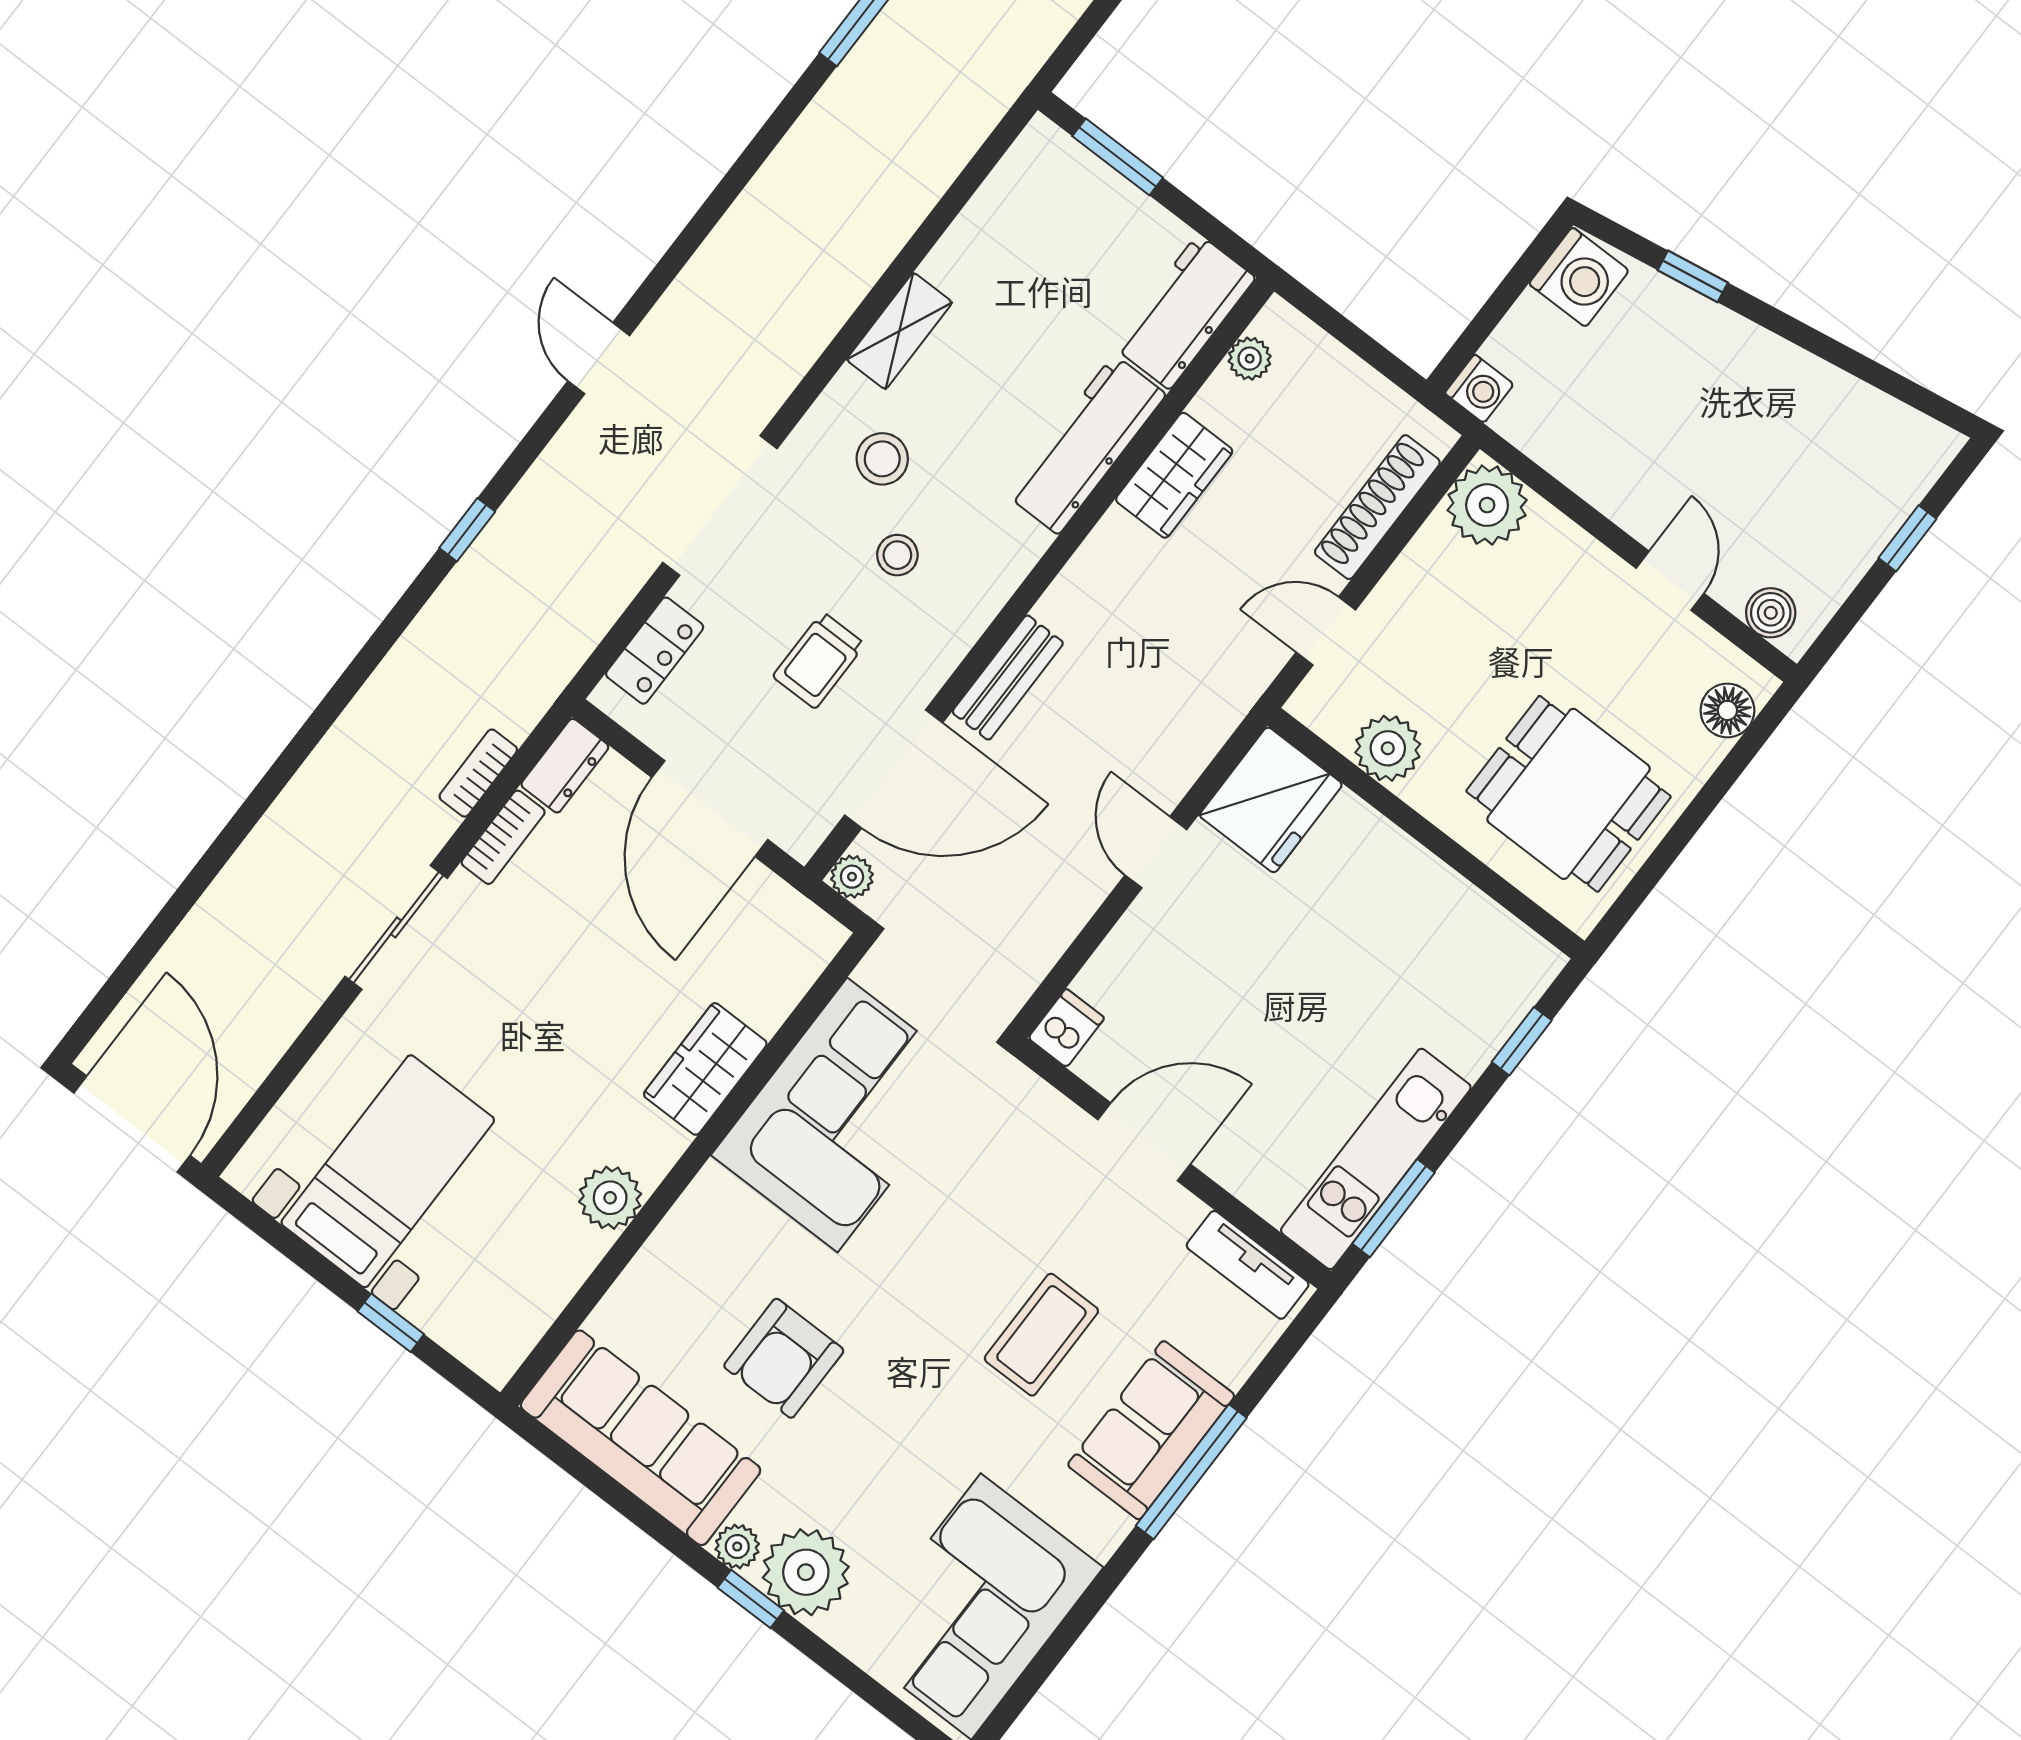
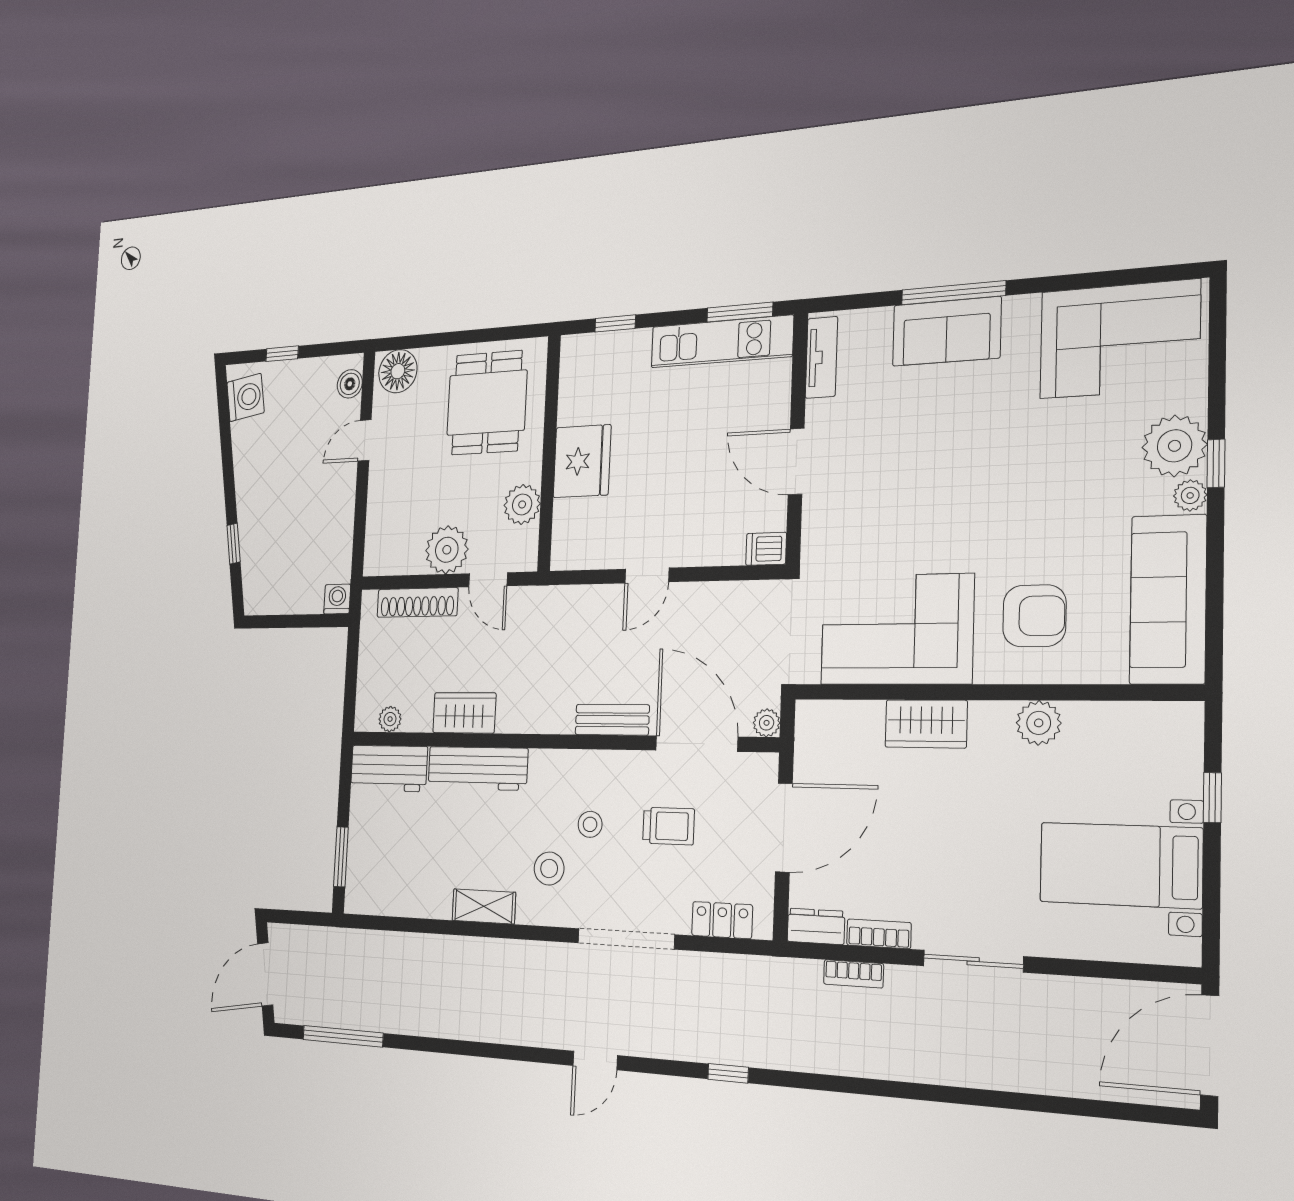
washing machine: (1579, 277) -> (245, 397), moved, turned 81
plant: (1487, 505) -> (447, 550), moved
floor lamp: (1727, 710) -> (398, 371), width x1.38, depth x1.38
fridge: (1271, 800) -> (582, 461), moved, turned 90
coffee table: (1041, 1335) -> (938, 430), removed
armchair: (784, 1358) -> (1034, 616), moved

